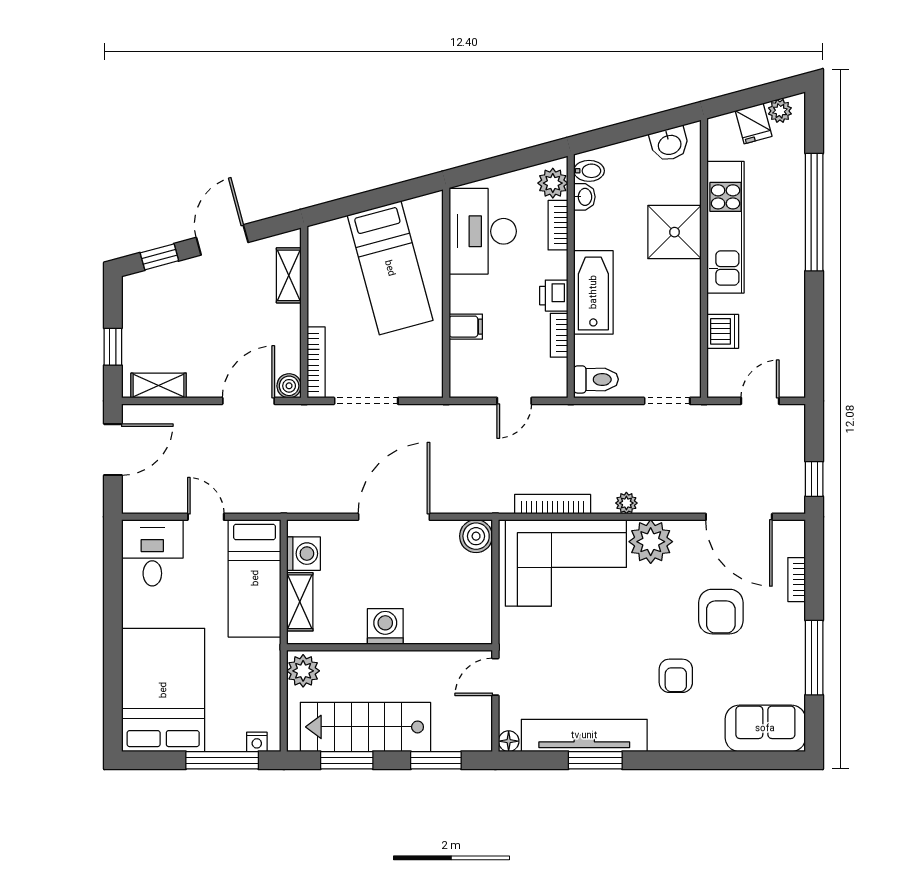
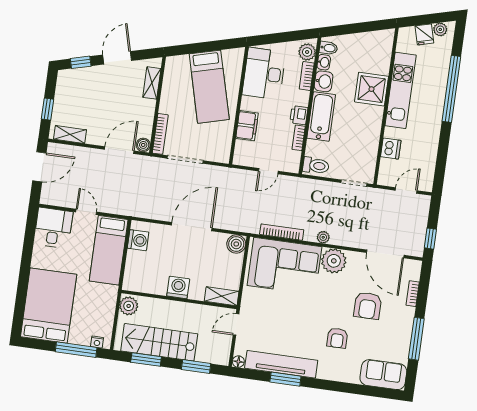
washbasin: (669, 144) -> (324, 81), moved, turned -75
filing cabinet: (466, 327) -> (247, 126), width x2.00
shelving: (300, 602) -> (222, 296), moved, turned 90

